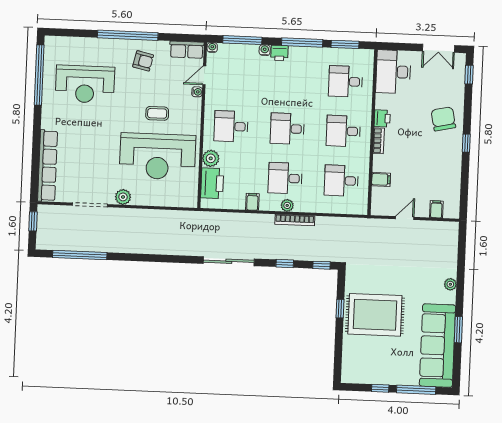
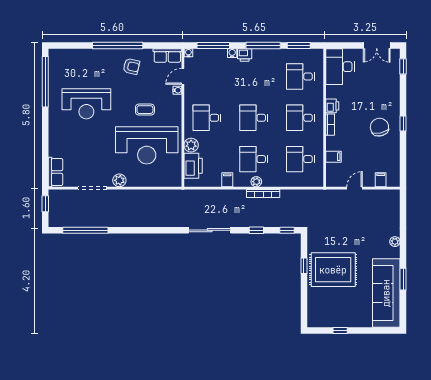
reception desk: (85, 84) -> (86, 104), moved
chair: (443, 119) -> (379, 127), moved
row of seats: (48, 166) -> (56, 172), width x0.50
window: (416, 390) -> (370, 331), removed

